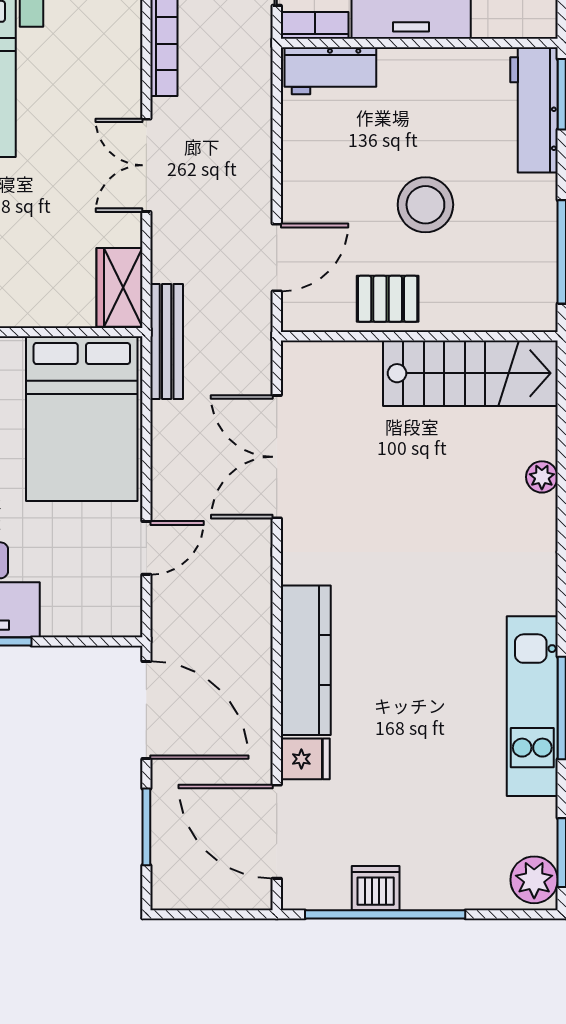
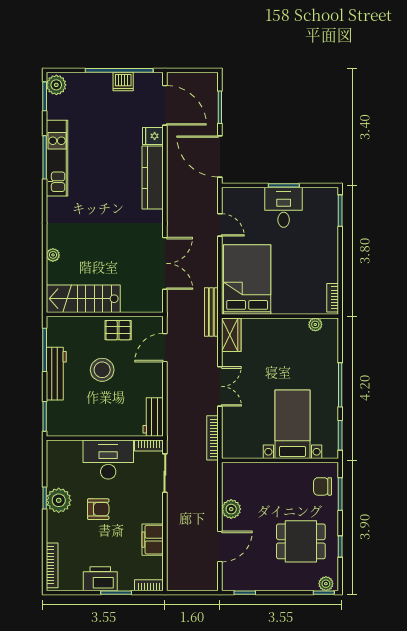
workbench: (330, 71) -> (153, 417), moved, turned -90
workbench: (534, 110) -> (56, 374), moved
door: (146, 548) -> (220, 225), swing flipped

